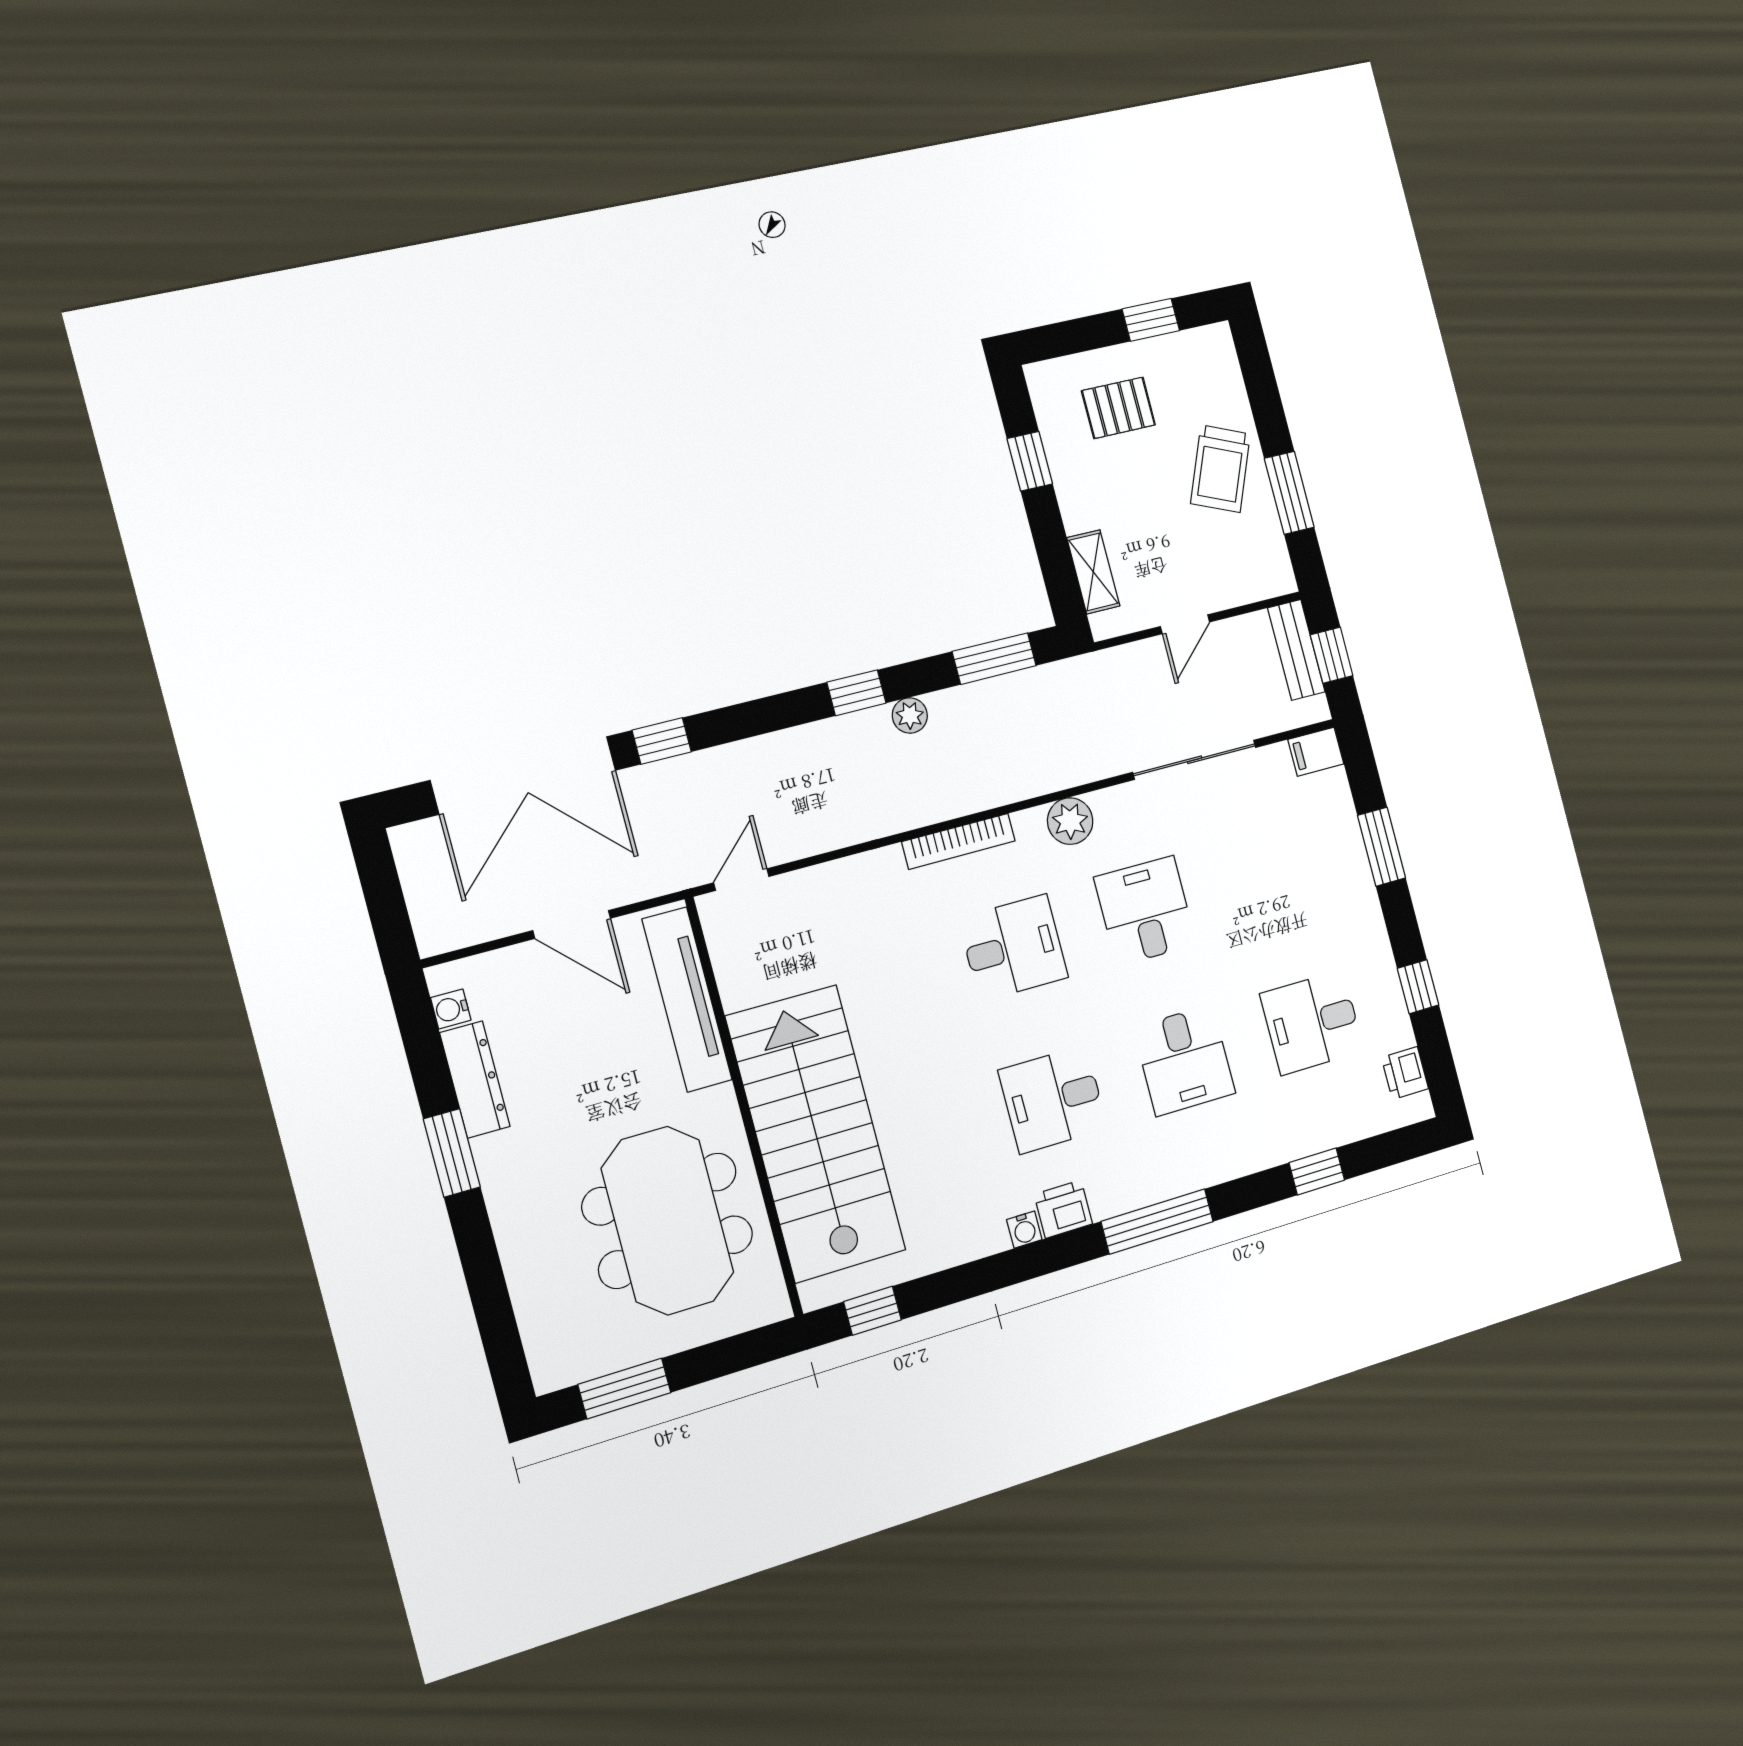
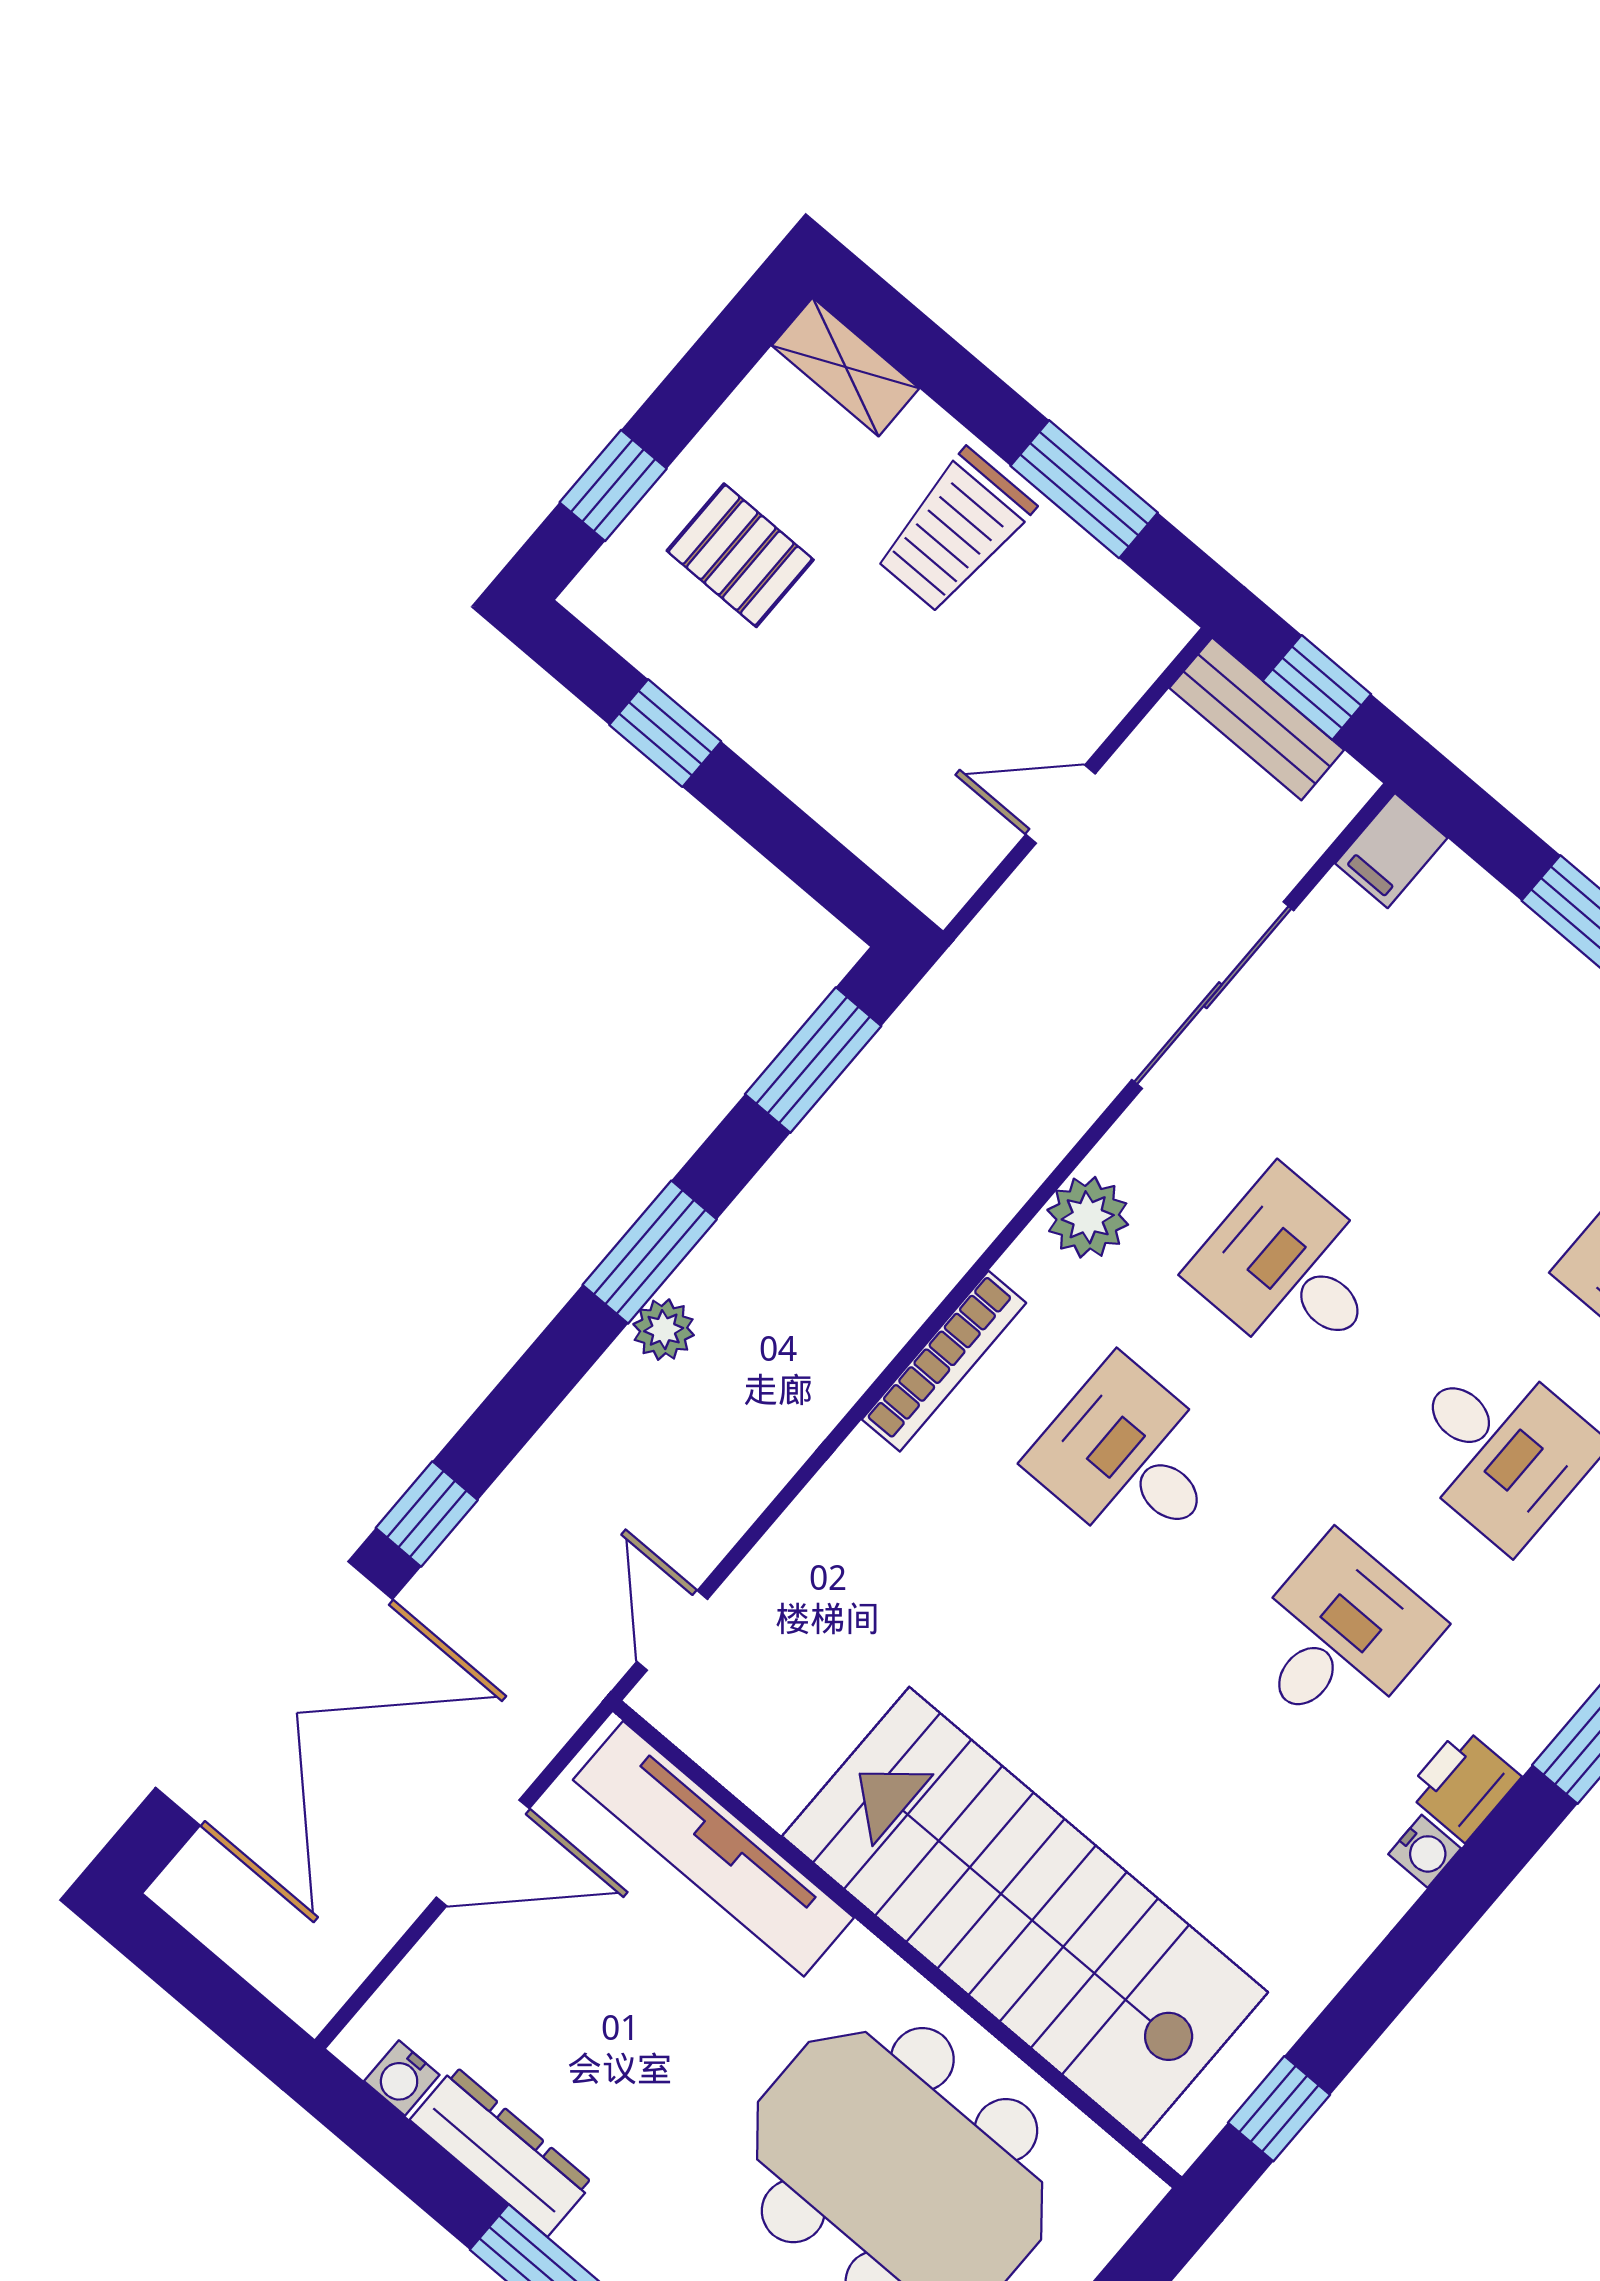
window: (1151, 320) -> (613, 486), moved
pallet: (1118, 408) -> (740, 555), turned 90
trolley: (1221, 469) -> (955, 531), turned 67
shelving: (1093, 572) -> (846, 367), moved
door: (1185, 624) -> (1060, 804), swing flipped
window: (856, 693) -> (650, 1252), width x1.50
plant: (910, 715) -> (664, 1330), moved
desk: (1013, 948) -> (1130, 1459), turned -90
desk: (1053, 1099) -> (1339, 1637), turned 180

